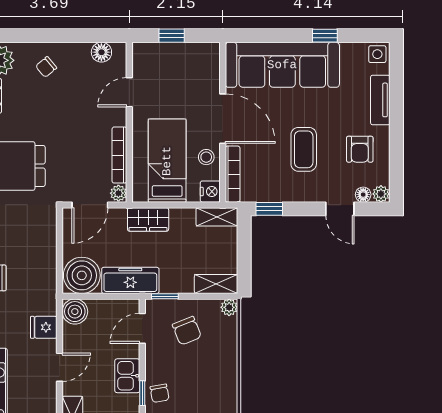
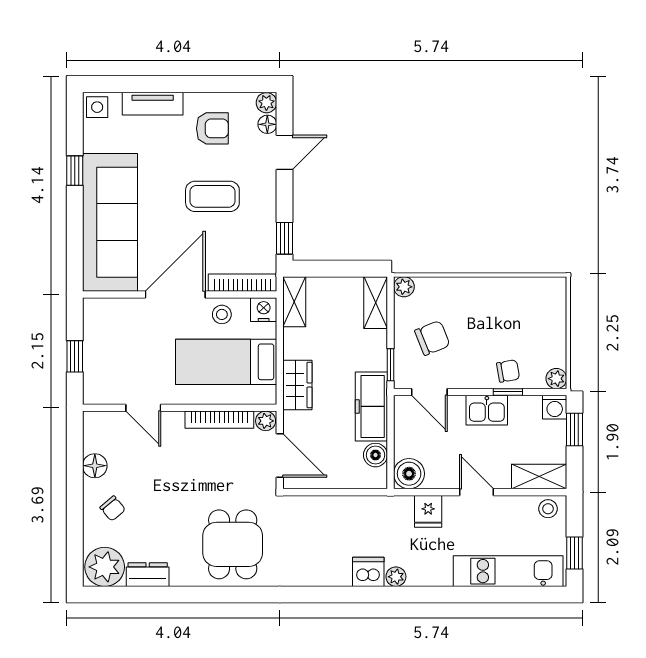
floor lamp: (101, 52) -> (95, 466), moved
boiler: (82, 275) -> (375, 455), width x0.54, depth x0.54

